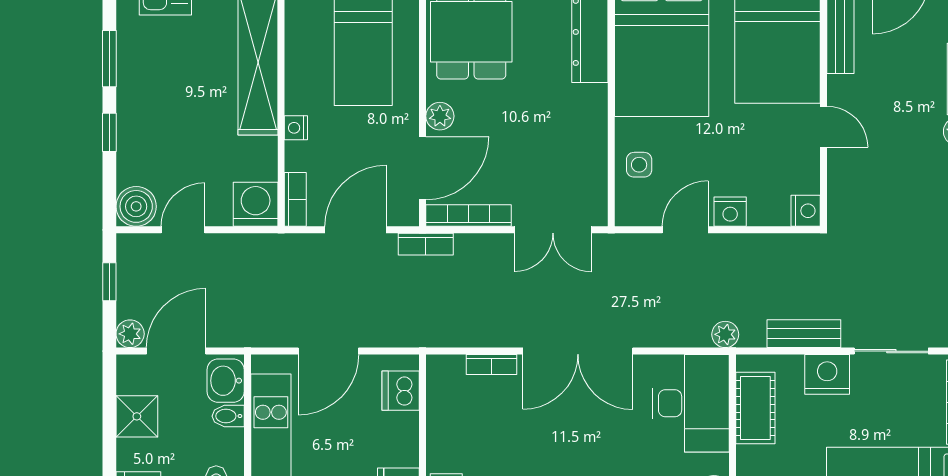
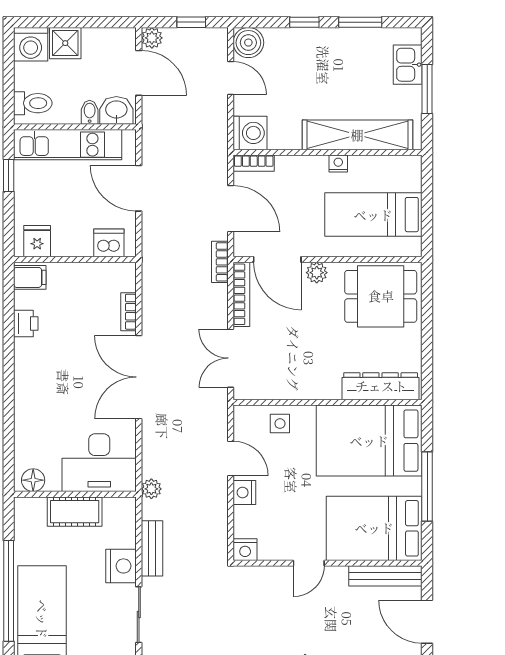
nightstand: (296, 128) -> (338, 164), moved
cot: (755, 408) -> (75, 512), moved
shower: (137, 416) -> (65, 43), moved

